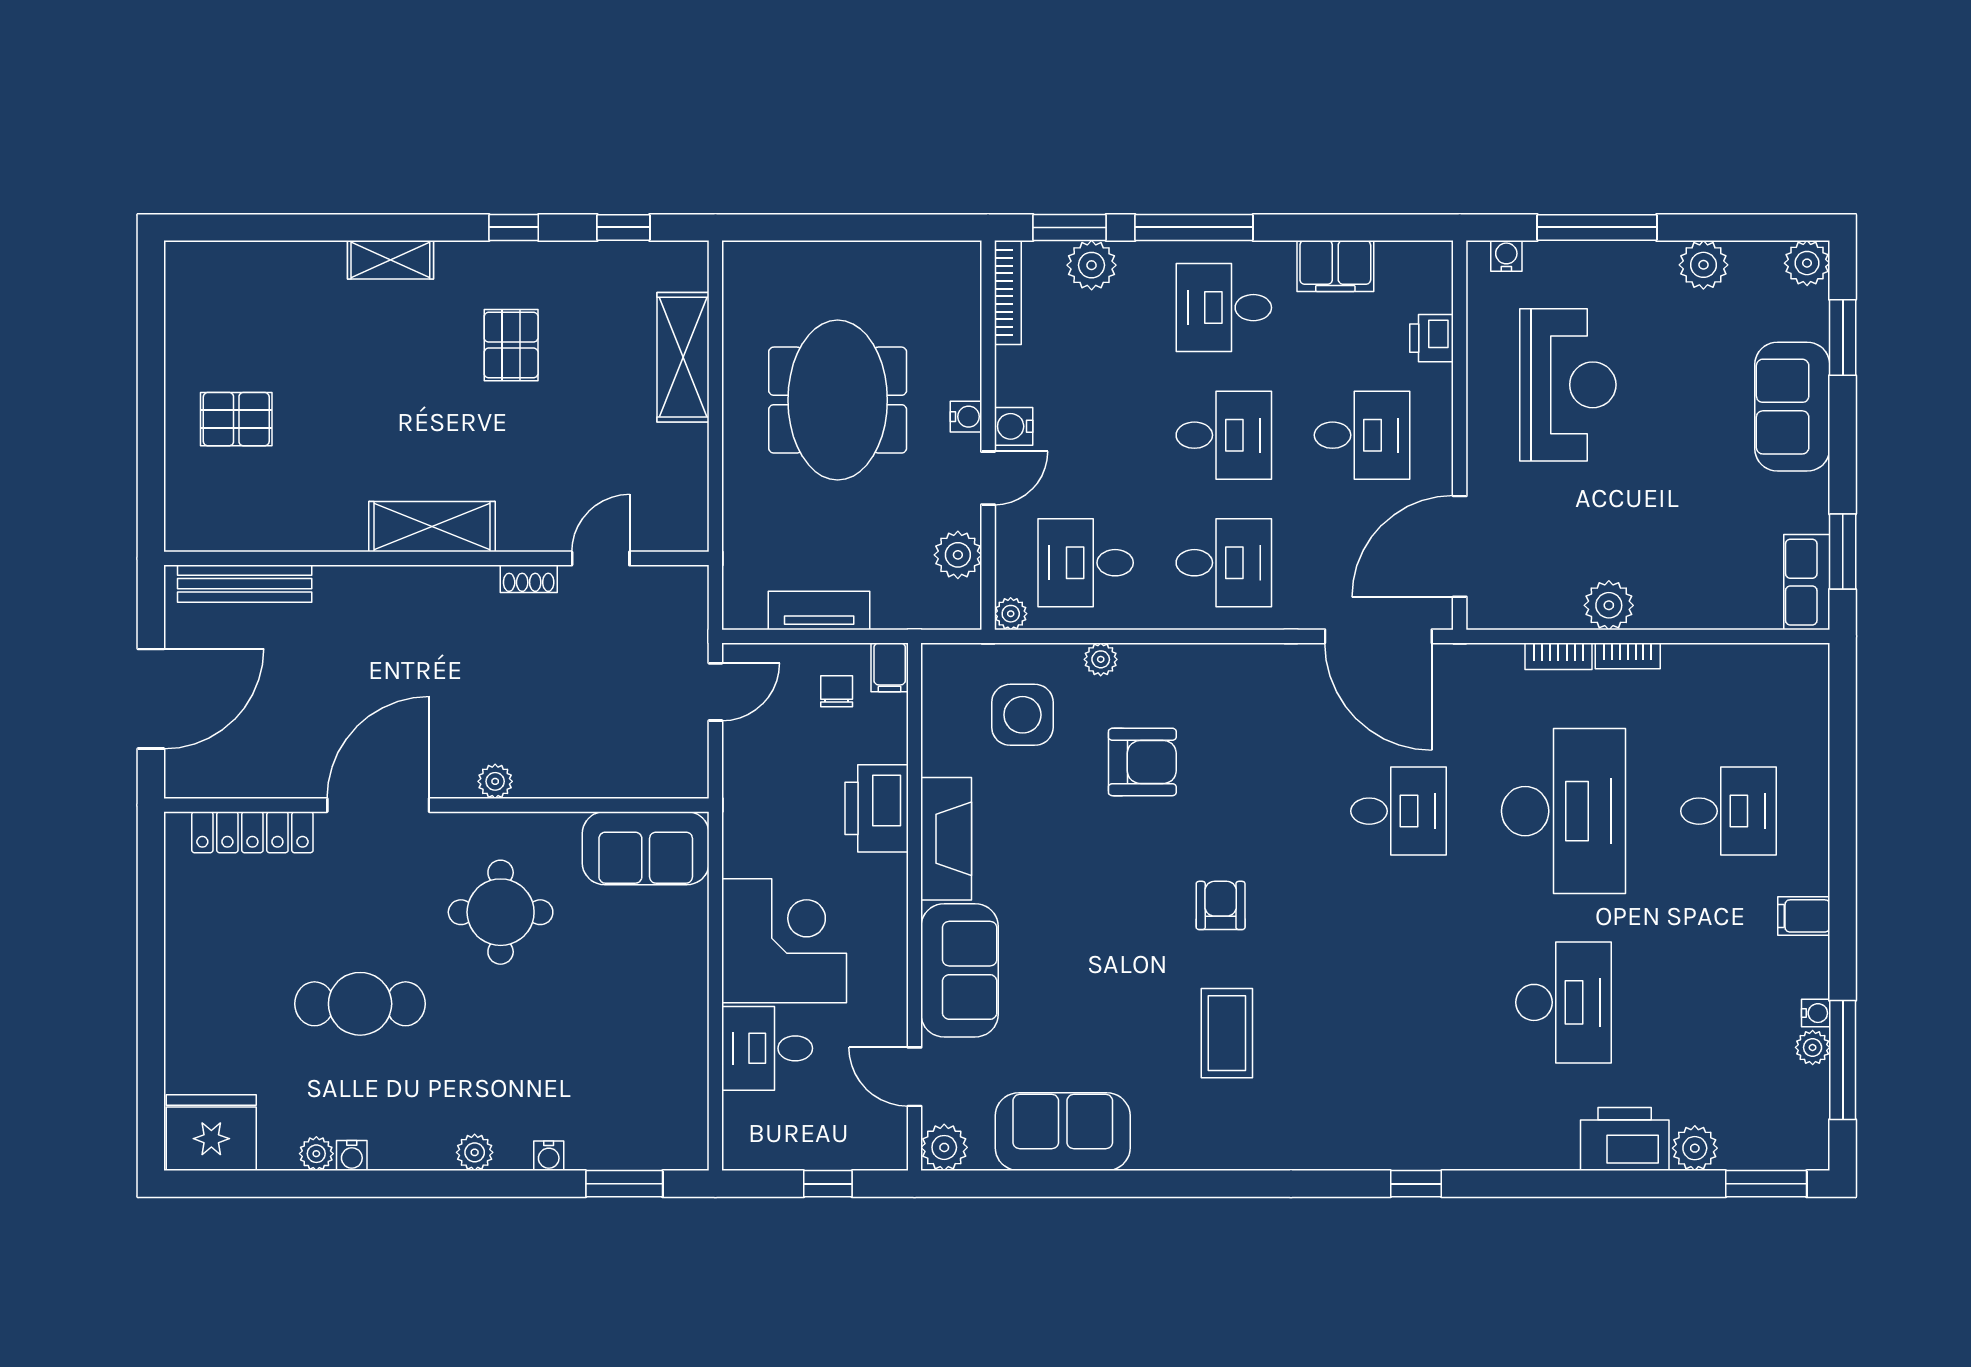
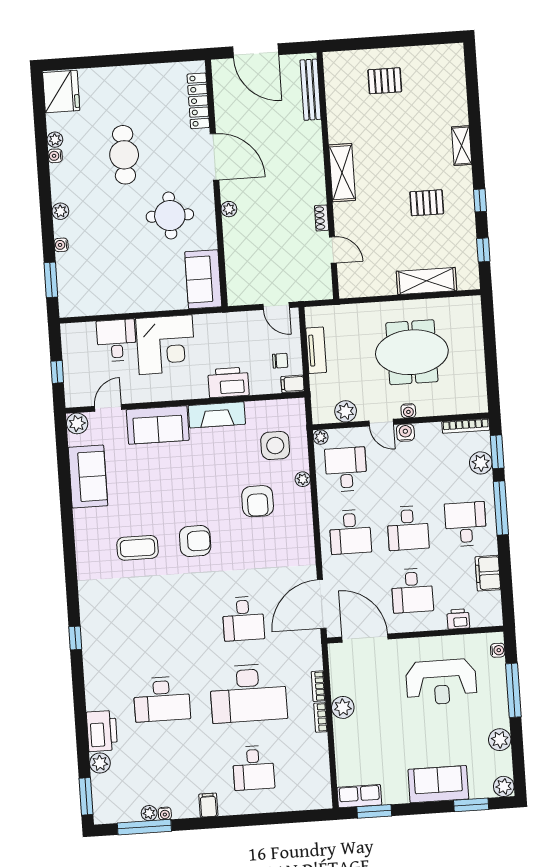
pallet: (236, 419) -> (385, 81), turned 90
armchair: (1221, 905) -> (195, 541), width x1.38, depth x1.38

